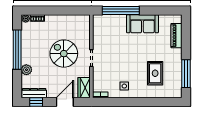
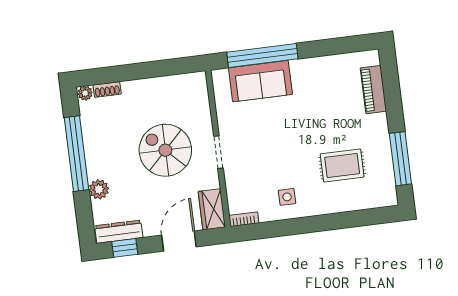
sofa: (142, 24) -> (260, 81), moved
rug: (155, 73) -> (342, 165), turned 90

